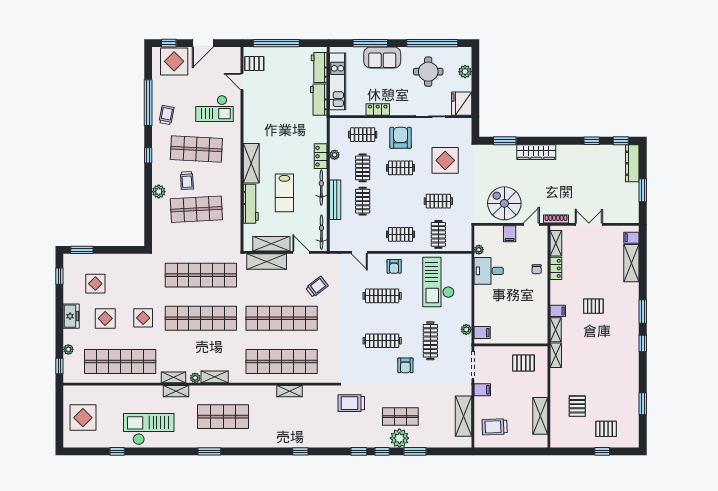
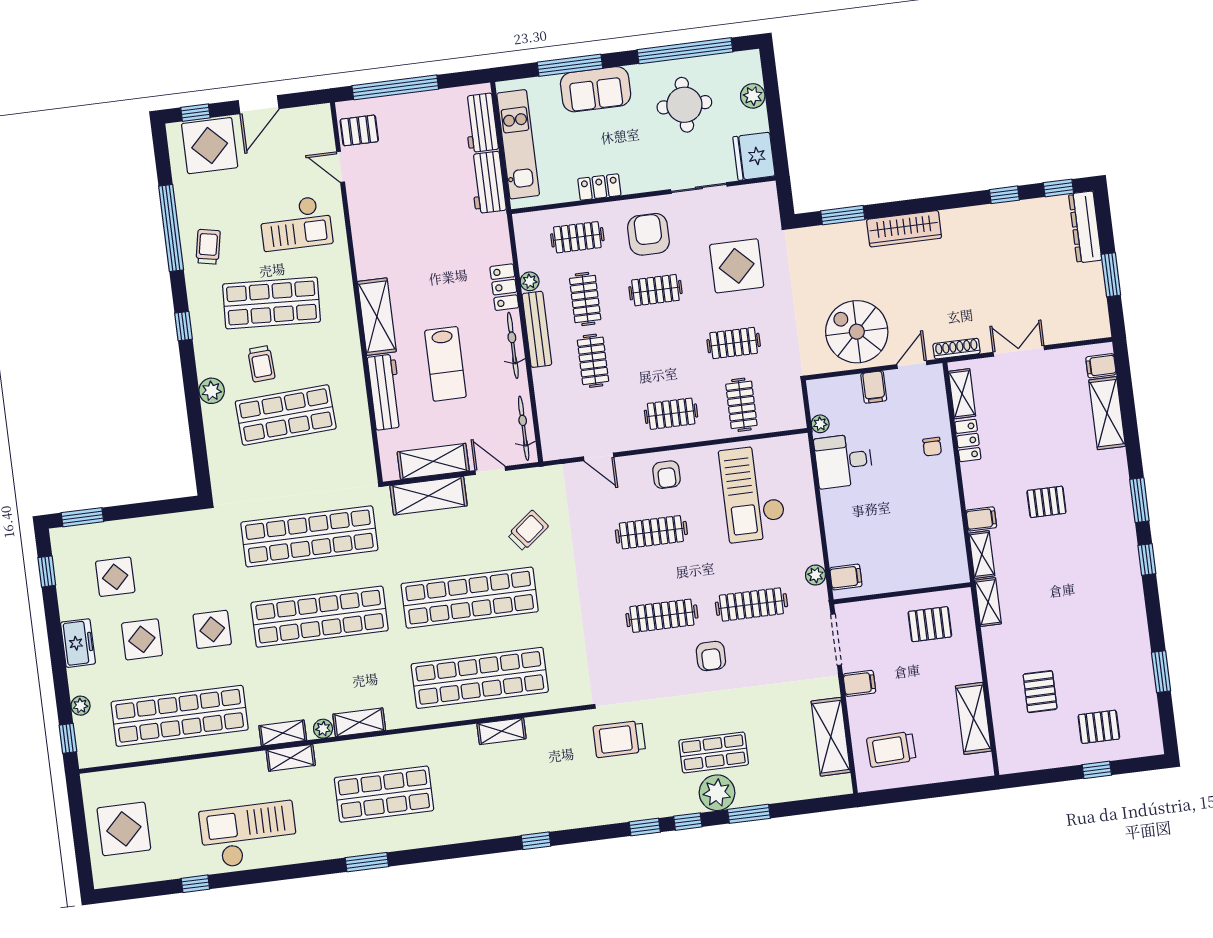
bench: (335, 200) -> (537, 329), moved
clothes rail: (430, 341) -> (751, 604), turned 90

